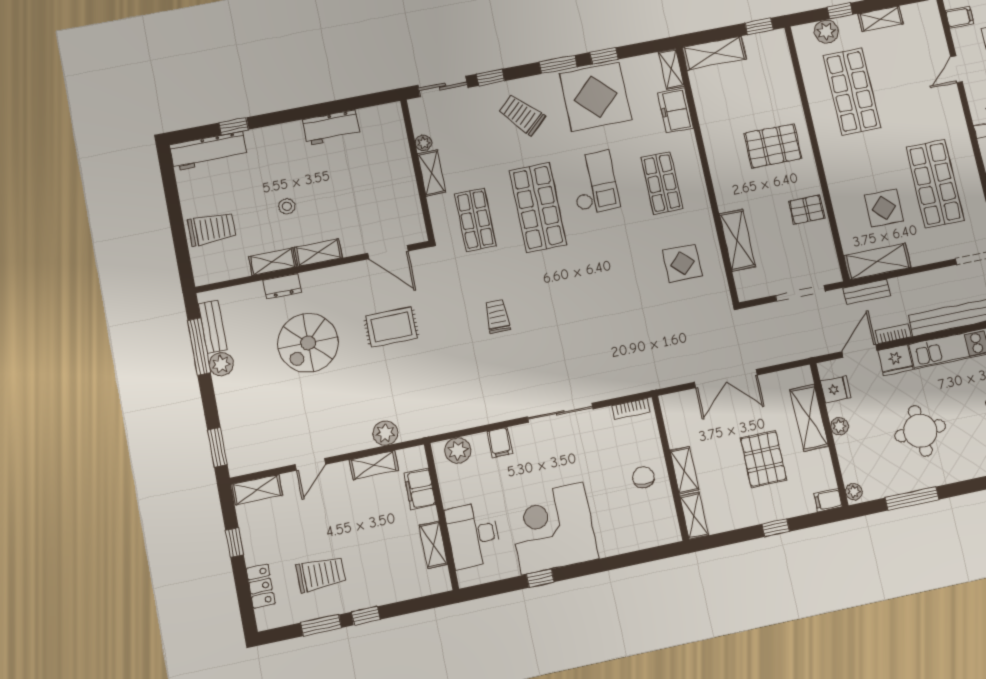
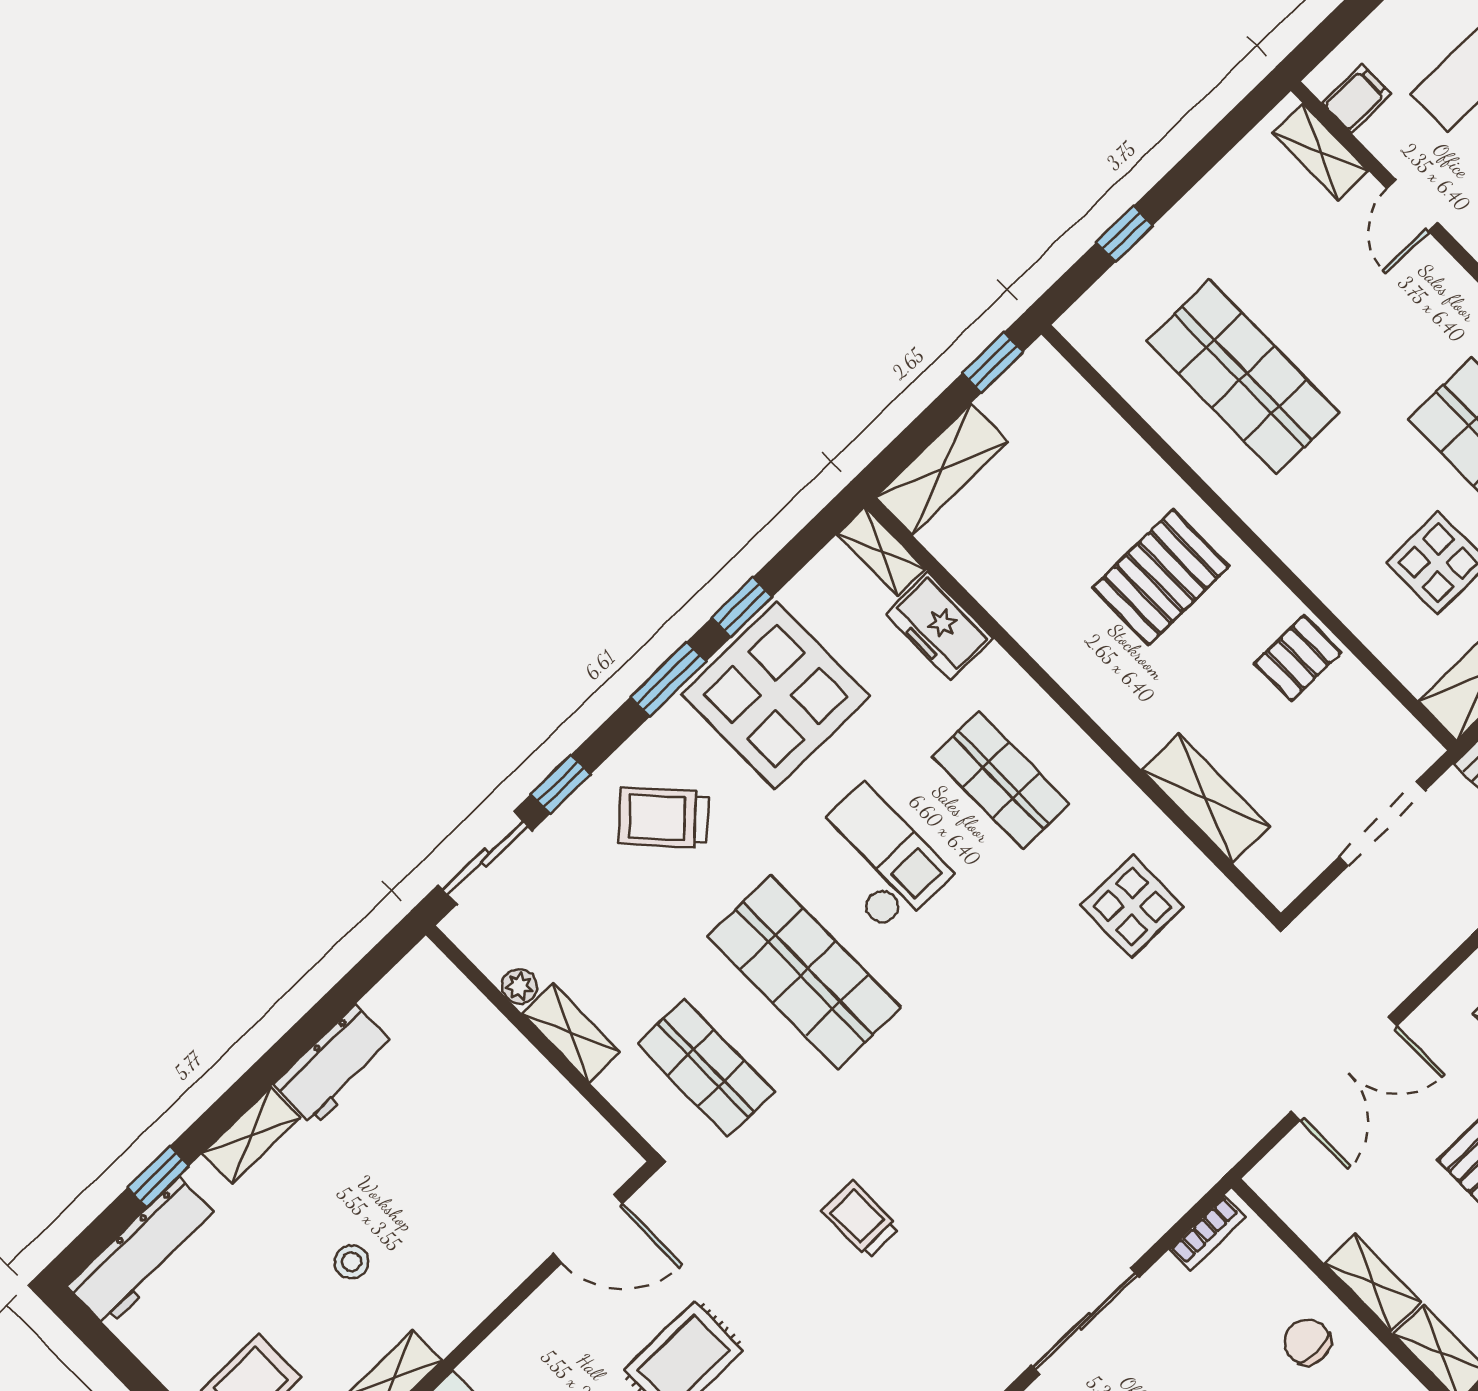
shelving: (881, 19) -> (1320, 152), moved, turned 90
plant: (826, 32) -> (1124, 291), removed
shelving: (318, 253) -> (251, 1136), moved

